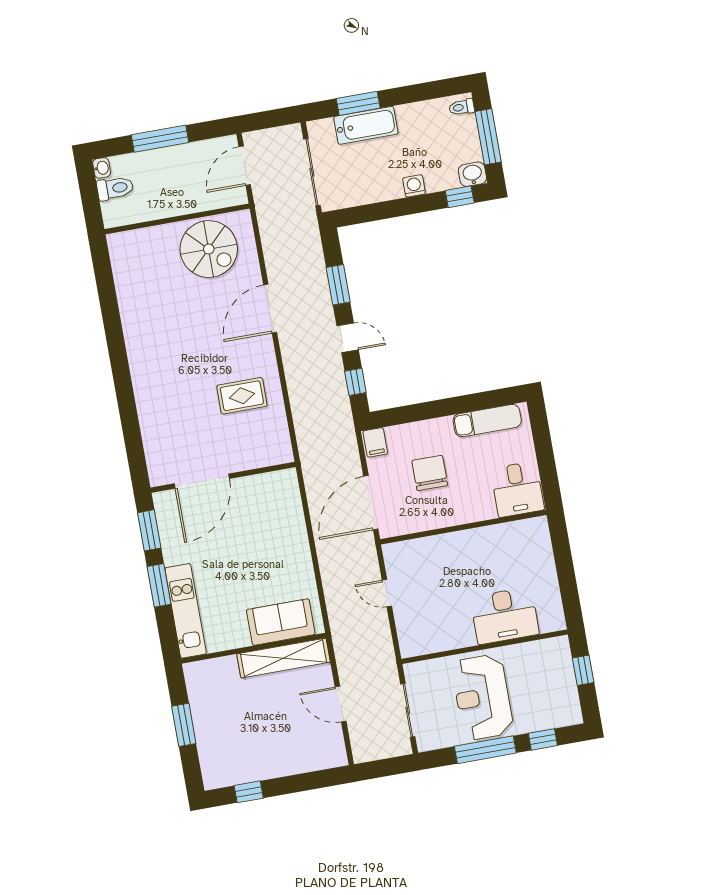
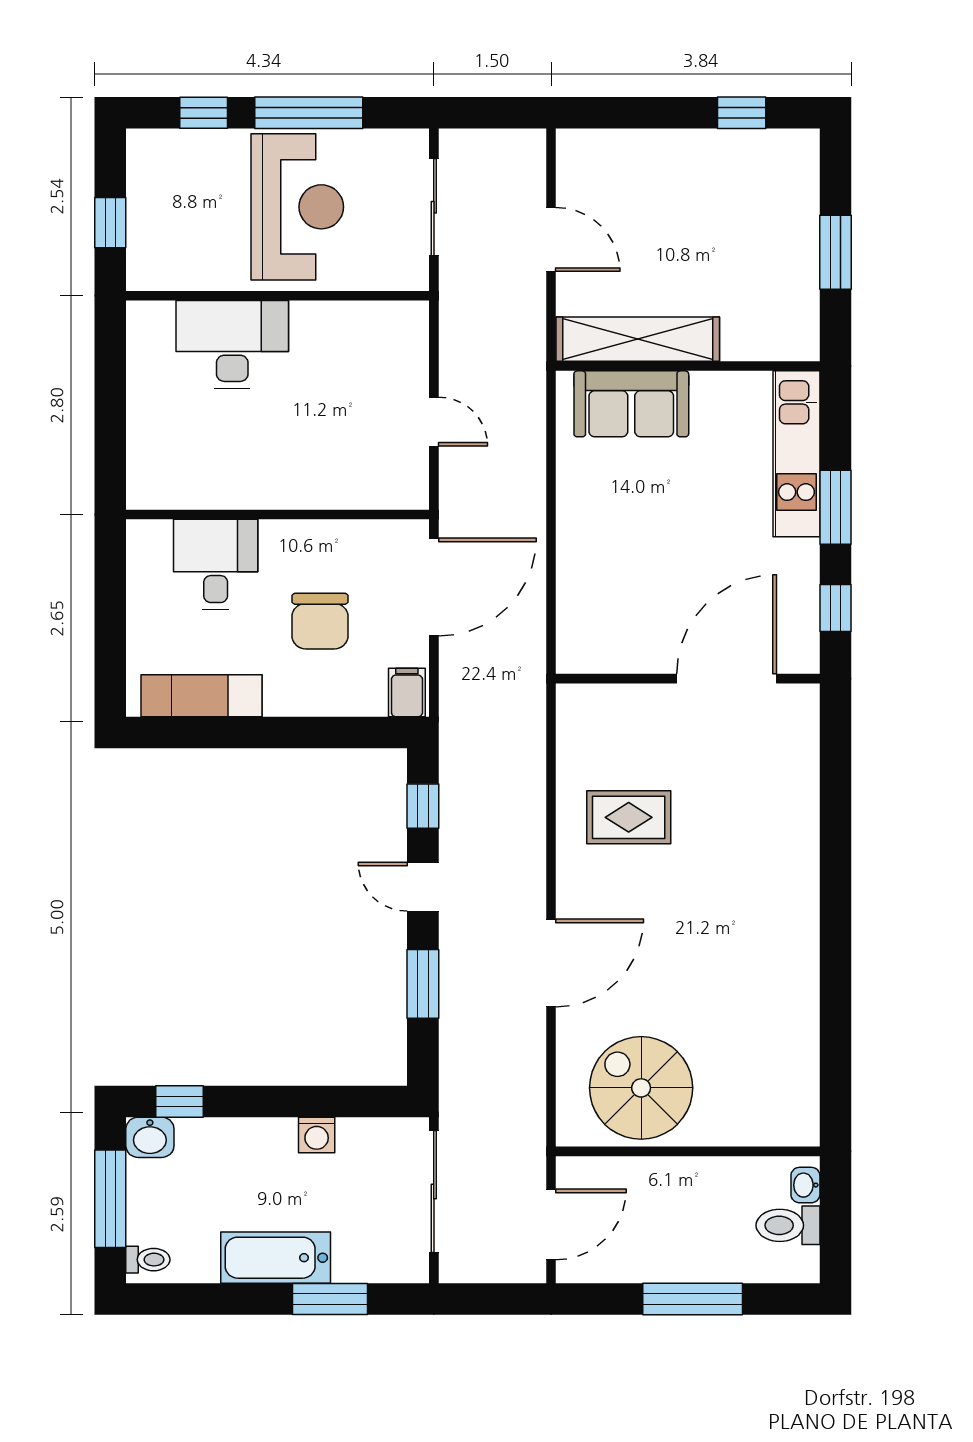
bathtub: (366, 125) -> (276, 1258), moved
washbasin: (102, 168) -> (805, 1185), moved
washing machine: (414, 186) -> (317, 1135), moved
desk: (517, 489) -> (216, 565), moved
window: (149, 530) -> (835, 608), width x0.67

